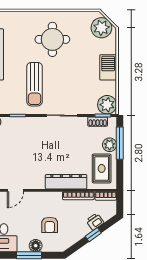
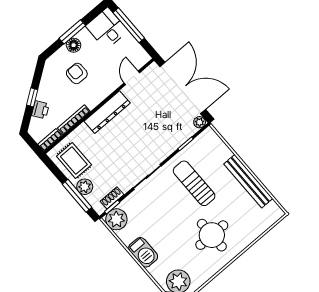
dresser: (66, 182) -> (107, 112), moved

